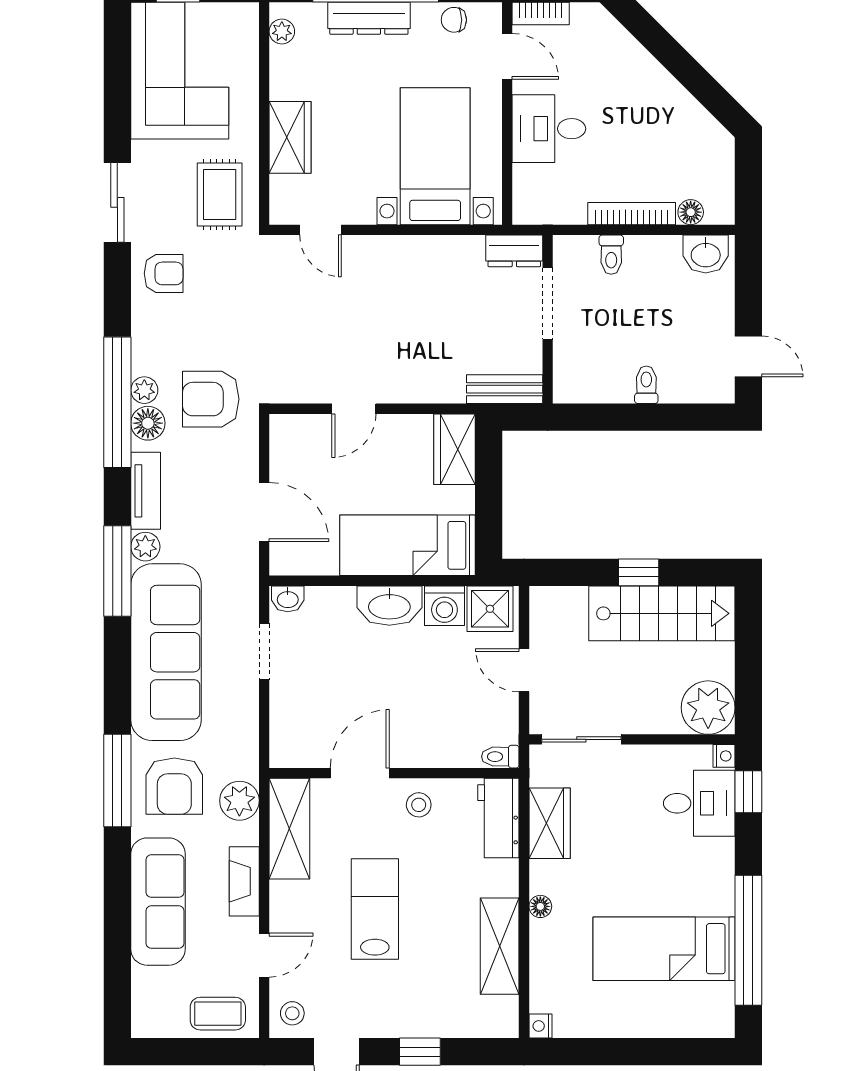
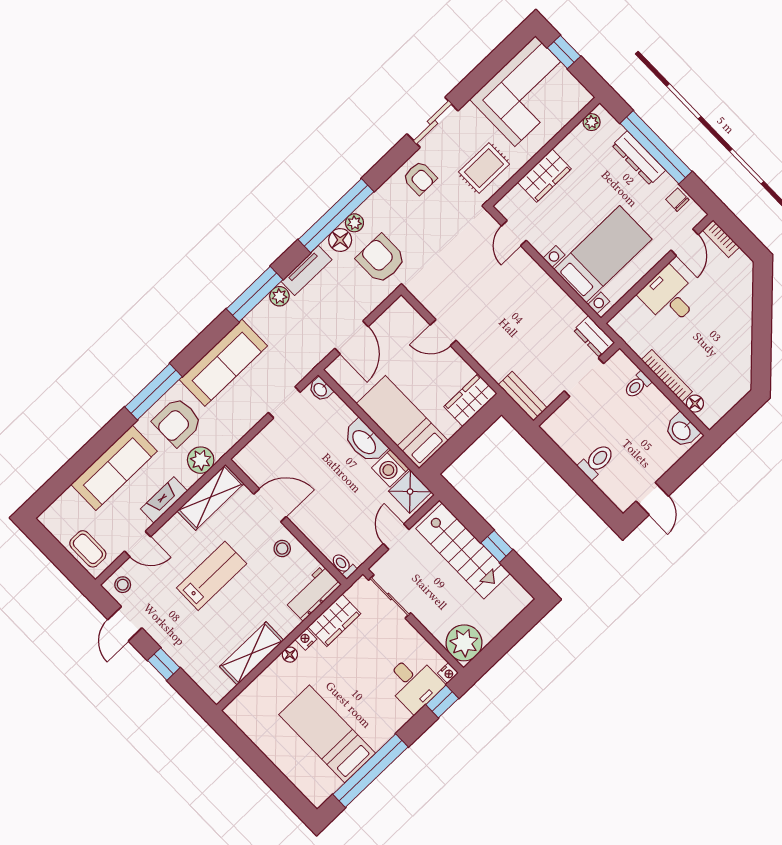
toilet: (646, 385) -> (596, 461), width x1.37, depth x1.39
stairs: (662, 613) -> (463, 551), moved
sofa: (166, 652) -> (223, 363), width x0.74, depth x0.79
nightstand: (540, 1026) -> (306, 639), moved

